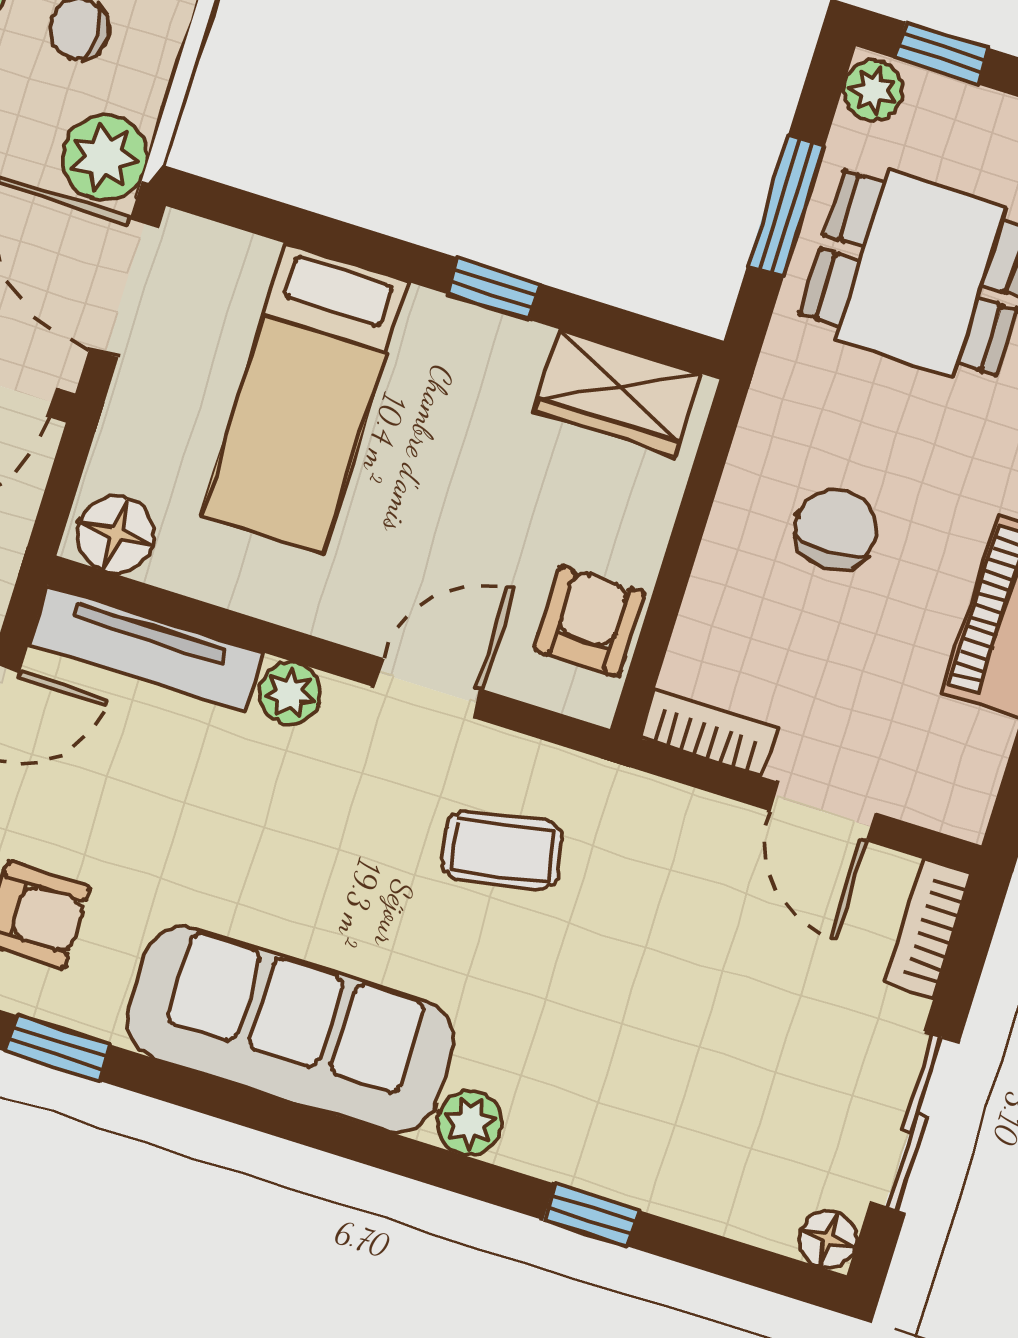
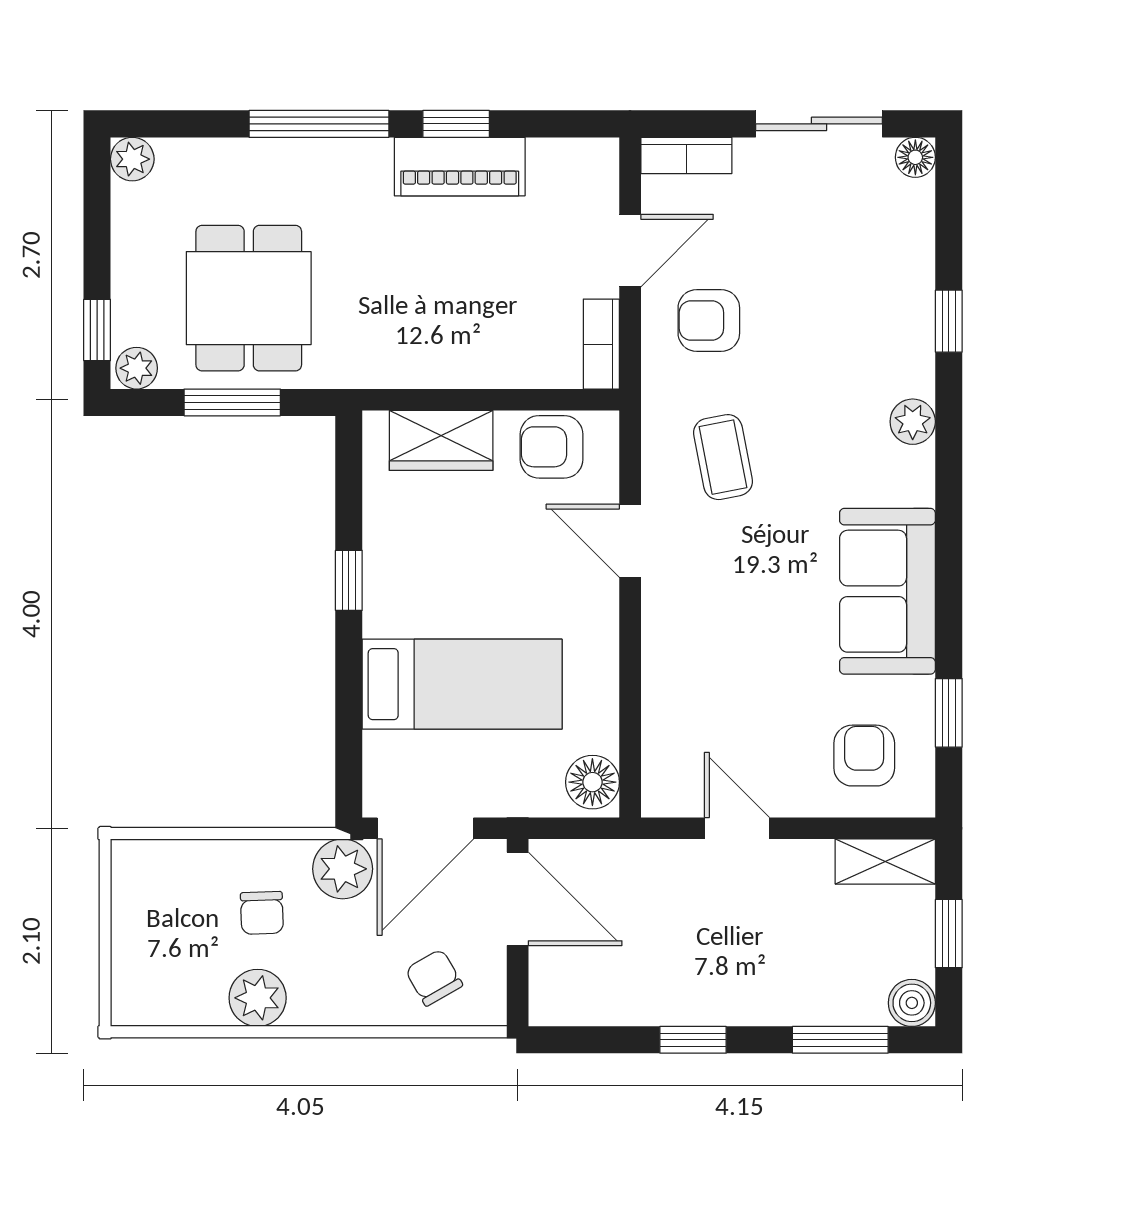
wardrobe: (618, 392) -> (441, 440), moved, turned 90
chair: (836, 529) -> (438, 301), removed
tv unit: (146, 648) -> (662, 738), removed
plant: (290, 693) -> (662, 632), removed
armchair: (694, 889) -> (709, 320), added
sofa: (290, 1029) -> (887, 591), width x0.73

